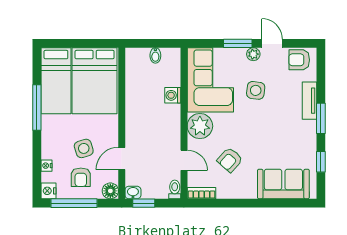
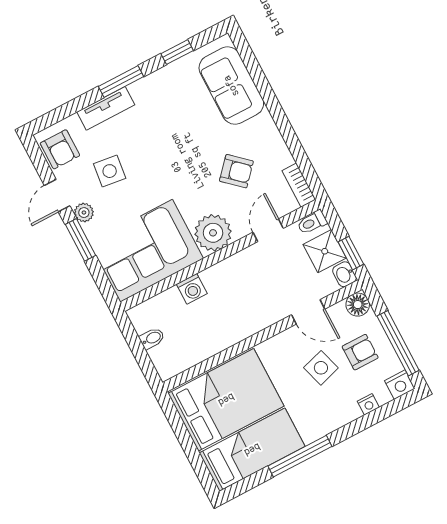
side table: (256, 90) -> (110, 171), moved
shower: (153, 188) -> (325, 251), added

